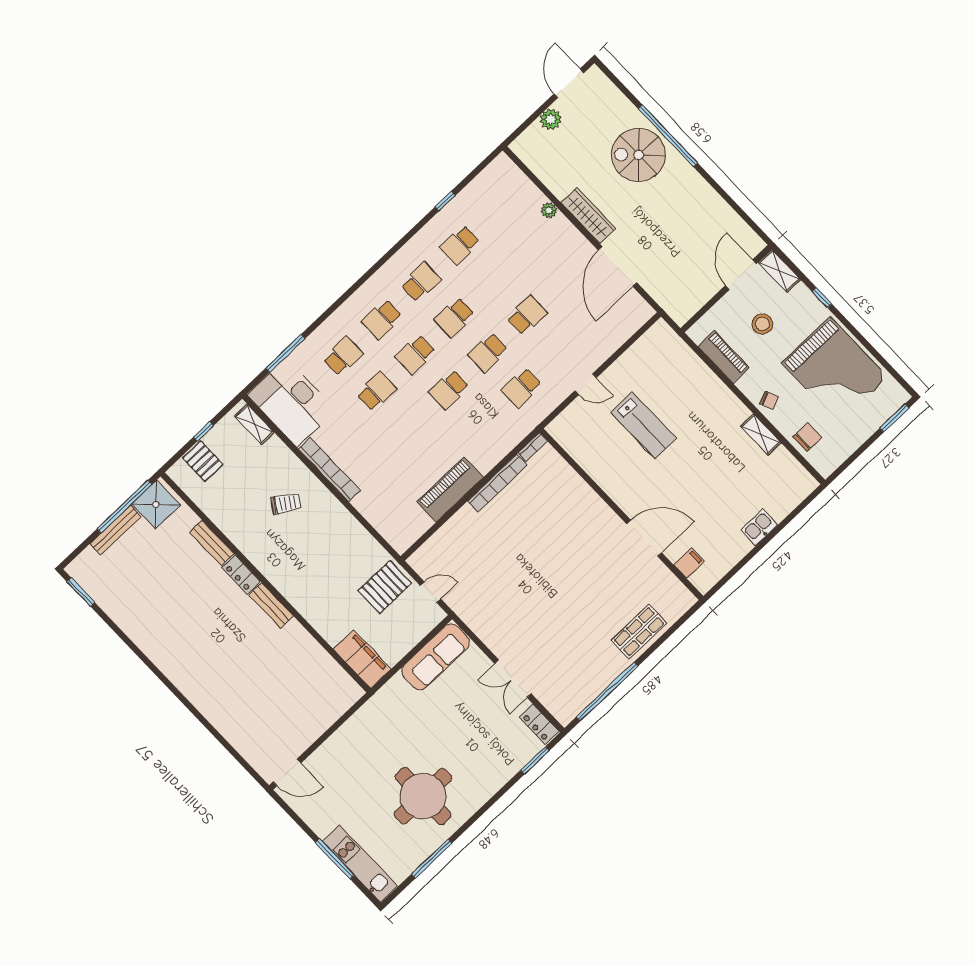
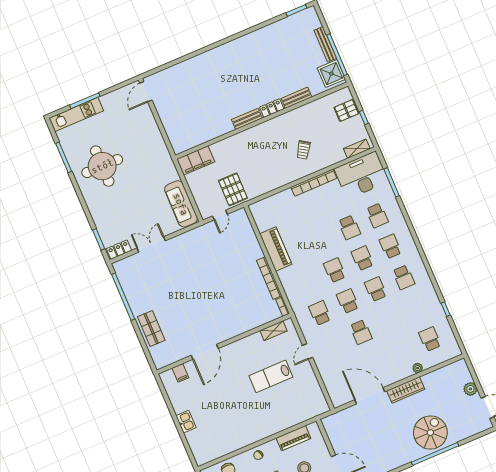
school desk: (460, 245) -> (430, 339), moved
shelving: (761, 434) -> (273, 331), moved

